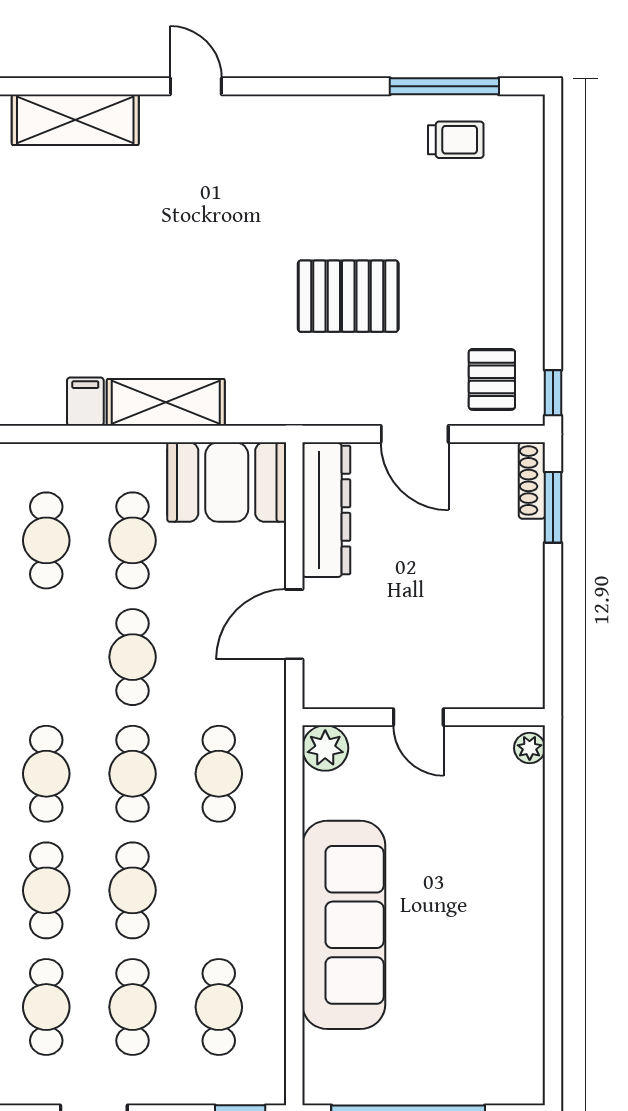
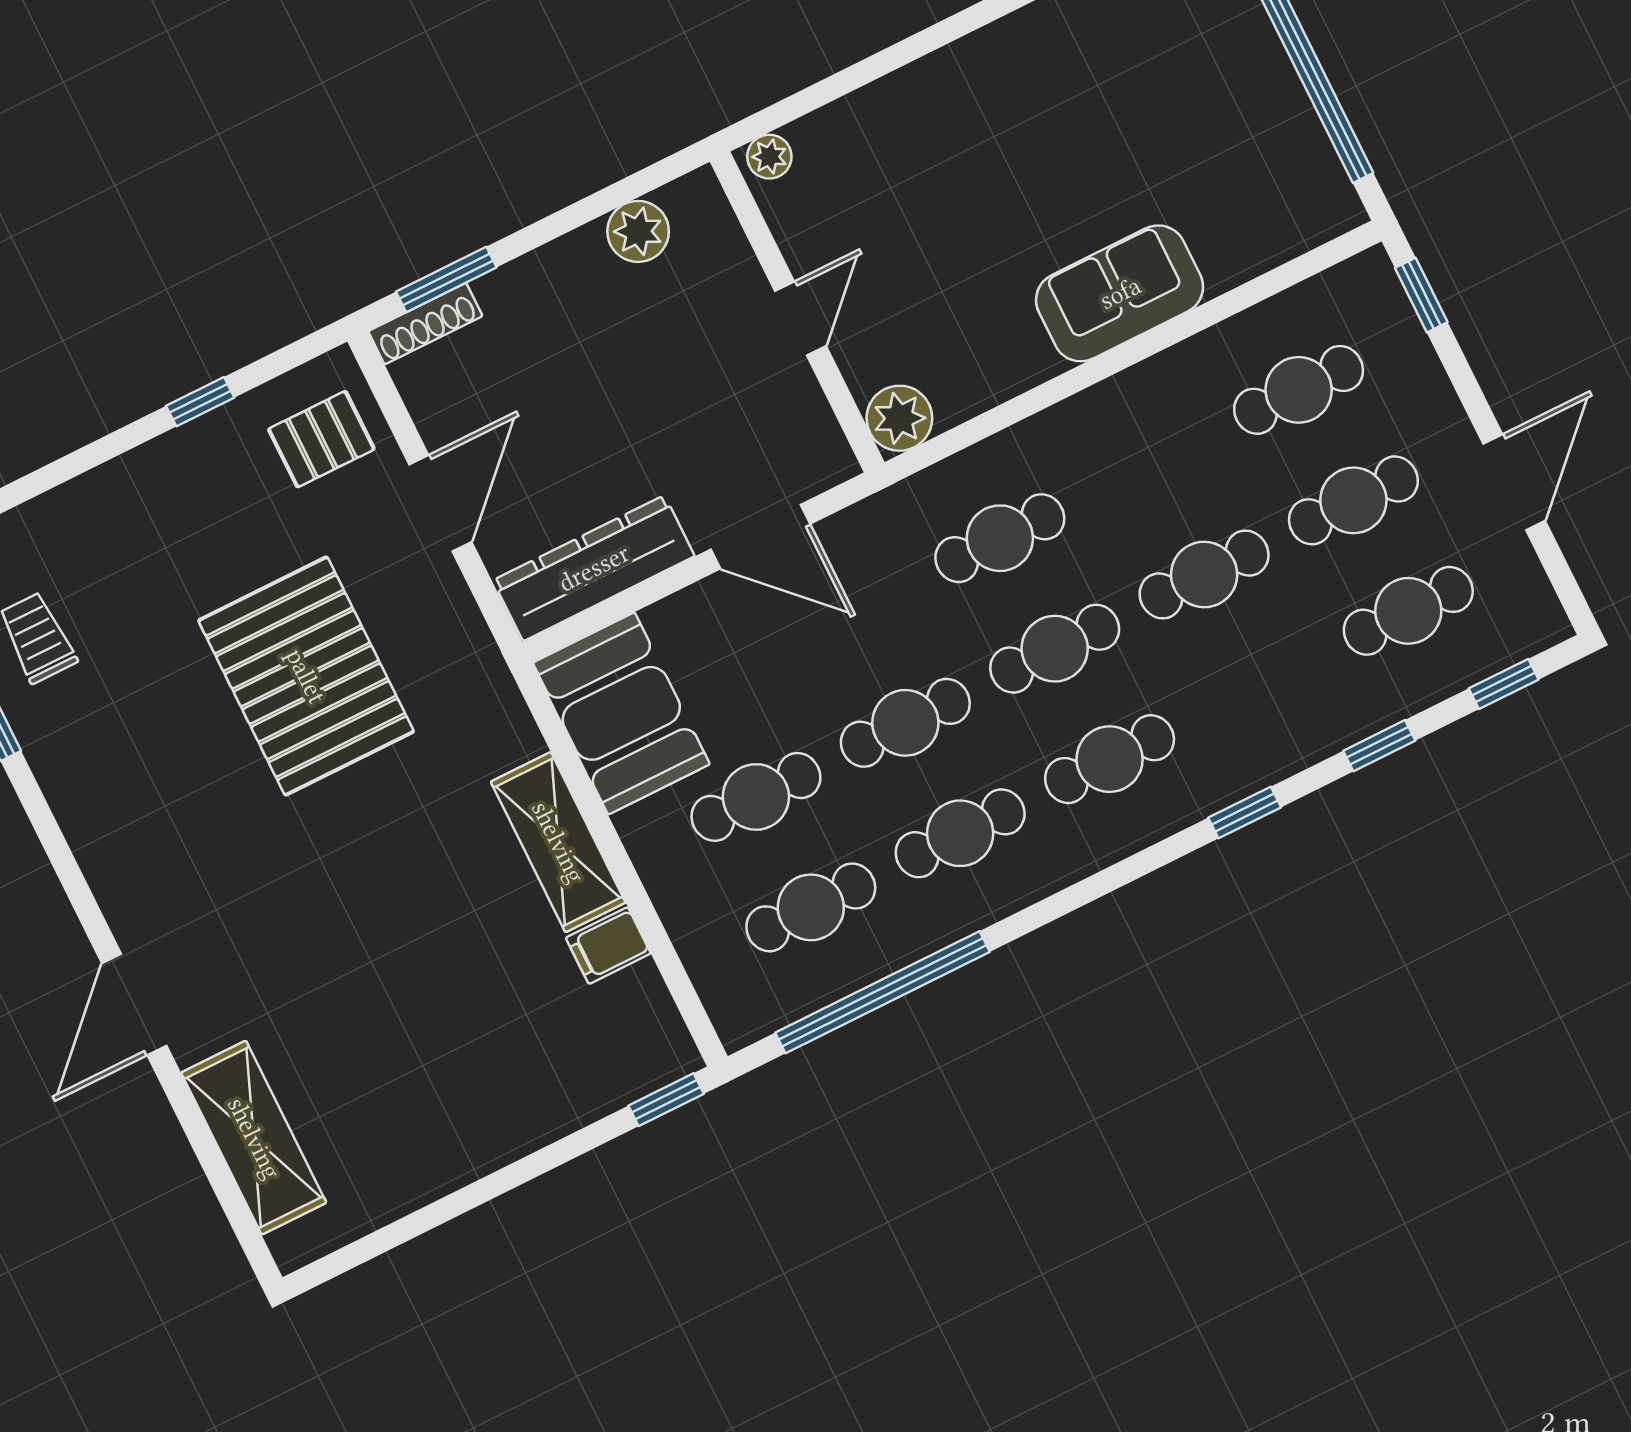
door: (196, 86) -> (134, 1004), width x1.38
pallet: (348, 296) -> (306, 676), width x1.37, depth x1.41
window: (553, 393) -> (200, 402), moved
plant: (524, 642) -> (638, 231), added
cafe table: (46, 890) -> (960, 833), moved
sofa: (344, 925) -> (1120, 293), width x0.54, depth x0.79

